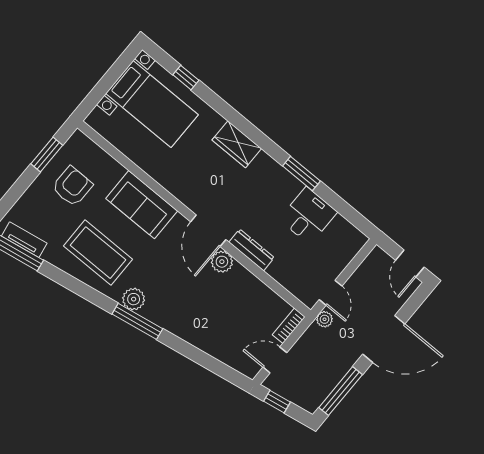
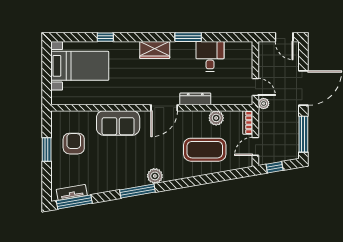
window: (186, 78) -> (105, 37), moved
wardrobe: (237, 144) -> (155, 50), moved
window: (47, 155) -> (47, 150), moved
door: (208, 231) -> (164, 108), hinge flipped
coffee table: (98, 253) -> (205, 150), moved
plant: (222, 262) -> (216, 118), moved
window: (137, 321) -> (137, 191), moved

